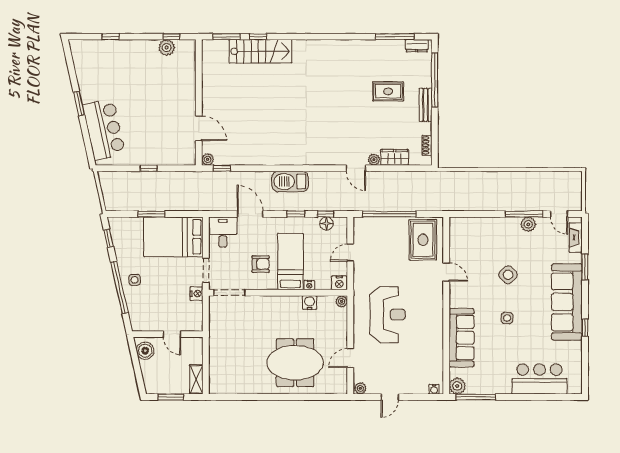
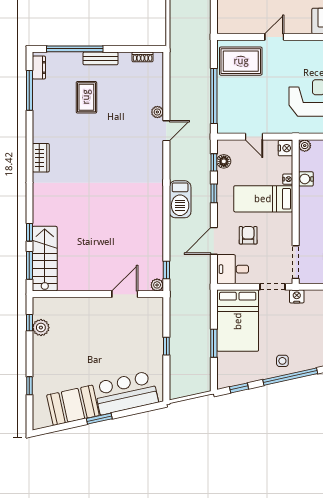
stairs: (260, 51) -> (45, 259), moved
booth: (92, 78) -> (73, 405), added
wardrobe: (395, 157) -> (41, 158), moved, turned 180
armchair: (261, 264) -> (248, 235), moved

